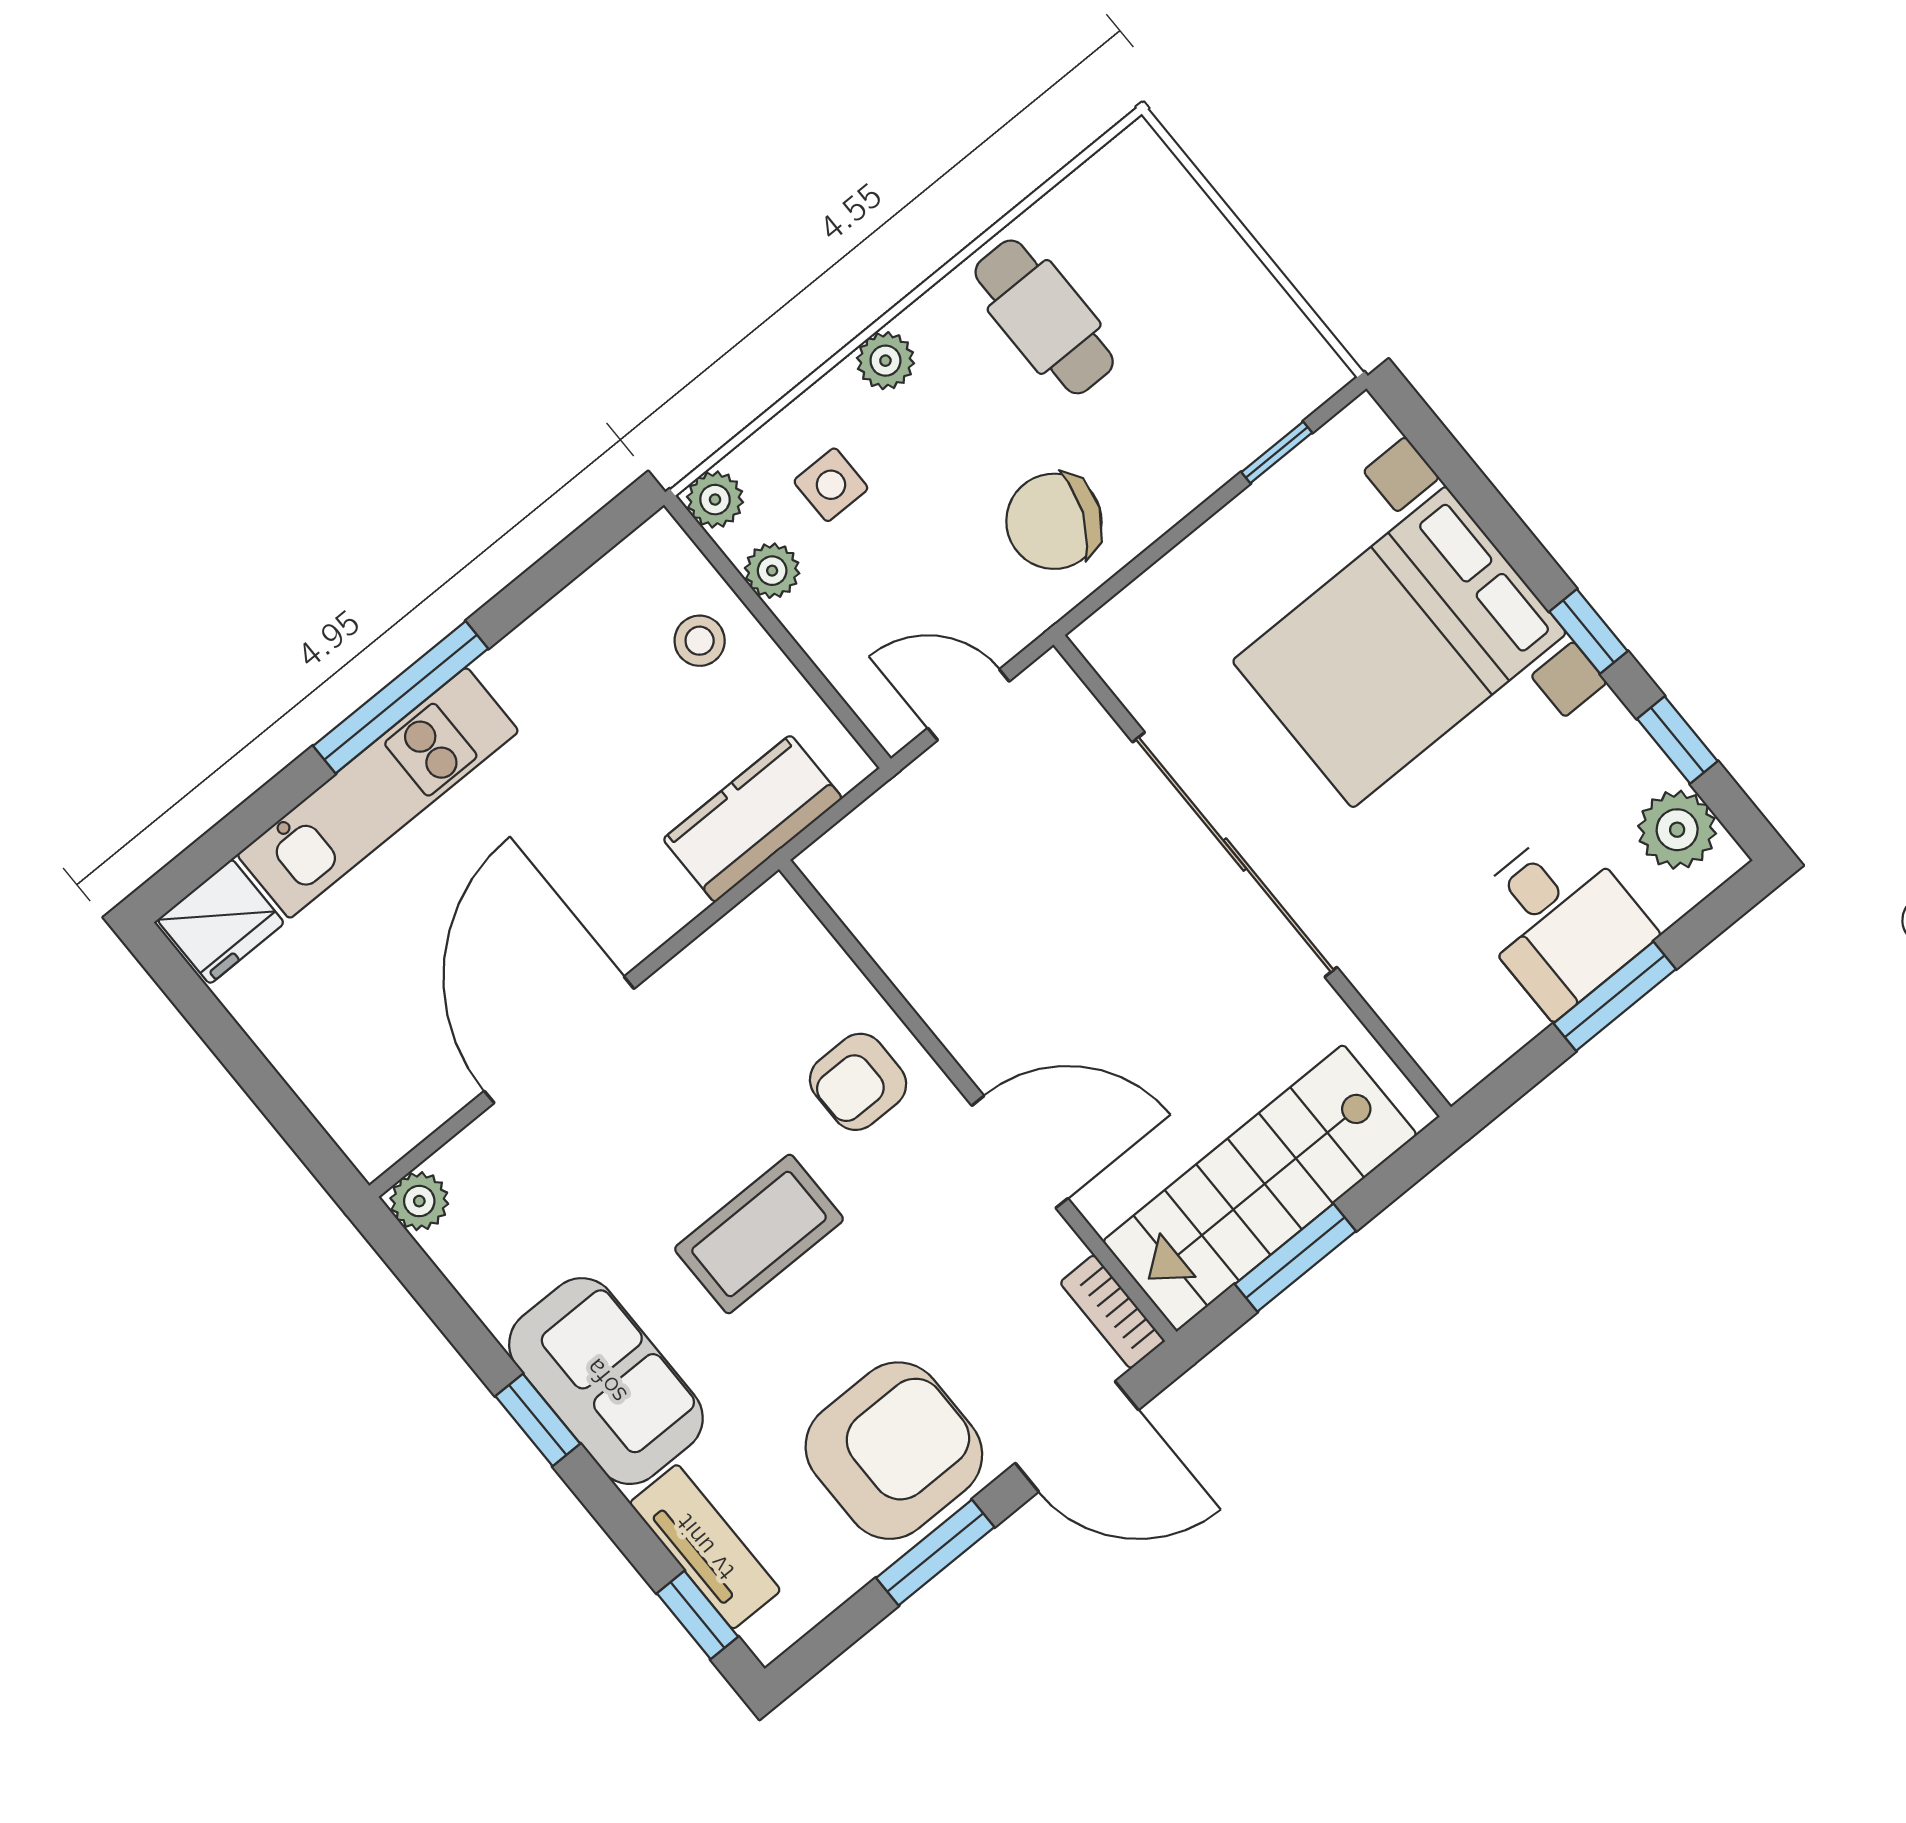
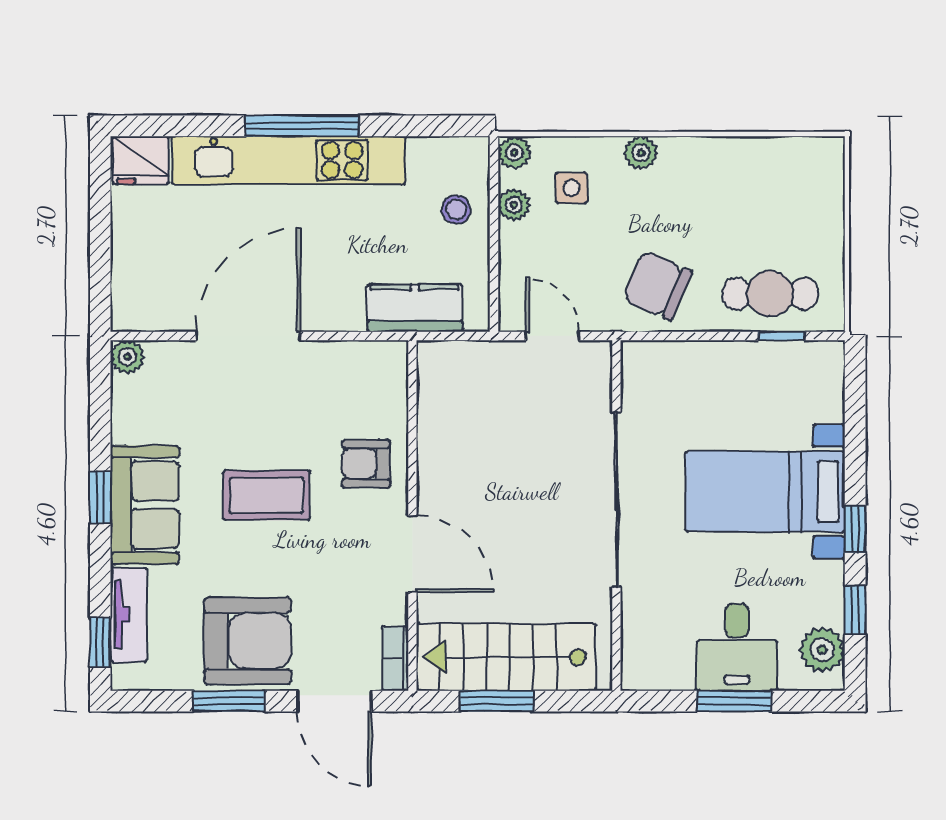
cafe table: (1044, 317) -> (770, 294), moved, turned 90
bed with nightstands: (1399, 647) -> (765, 492), width x0.73
kitchen unit: (378, 793) -> (289, 160), width x1.36

